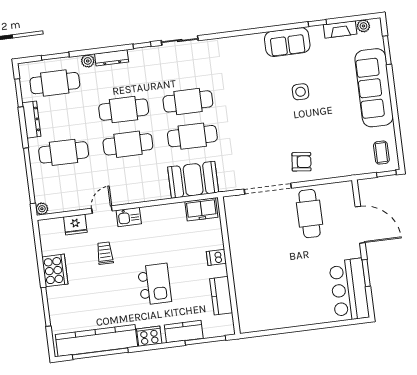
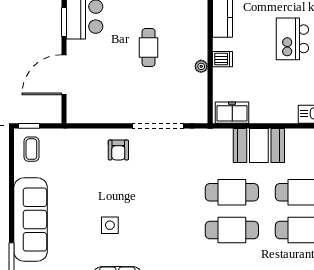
armchair: (301, 162) -> (118, 150), turned -96
booth: (193, 180) -> (259, 145), moved
cafe table: (310, 214) -> (149, 47), moved, width x0.73, depth x0.74
door: (360, 225) -> (64, 75), hinge flipped
plant: (235, 248) -> (201, 66), added

